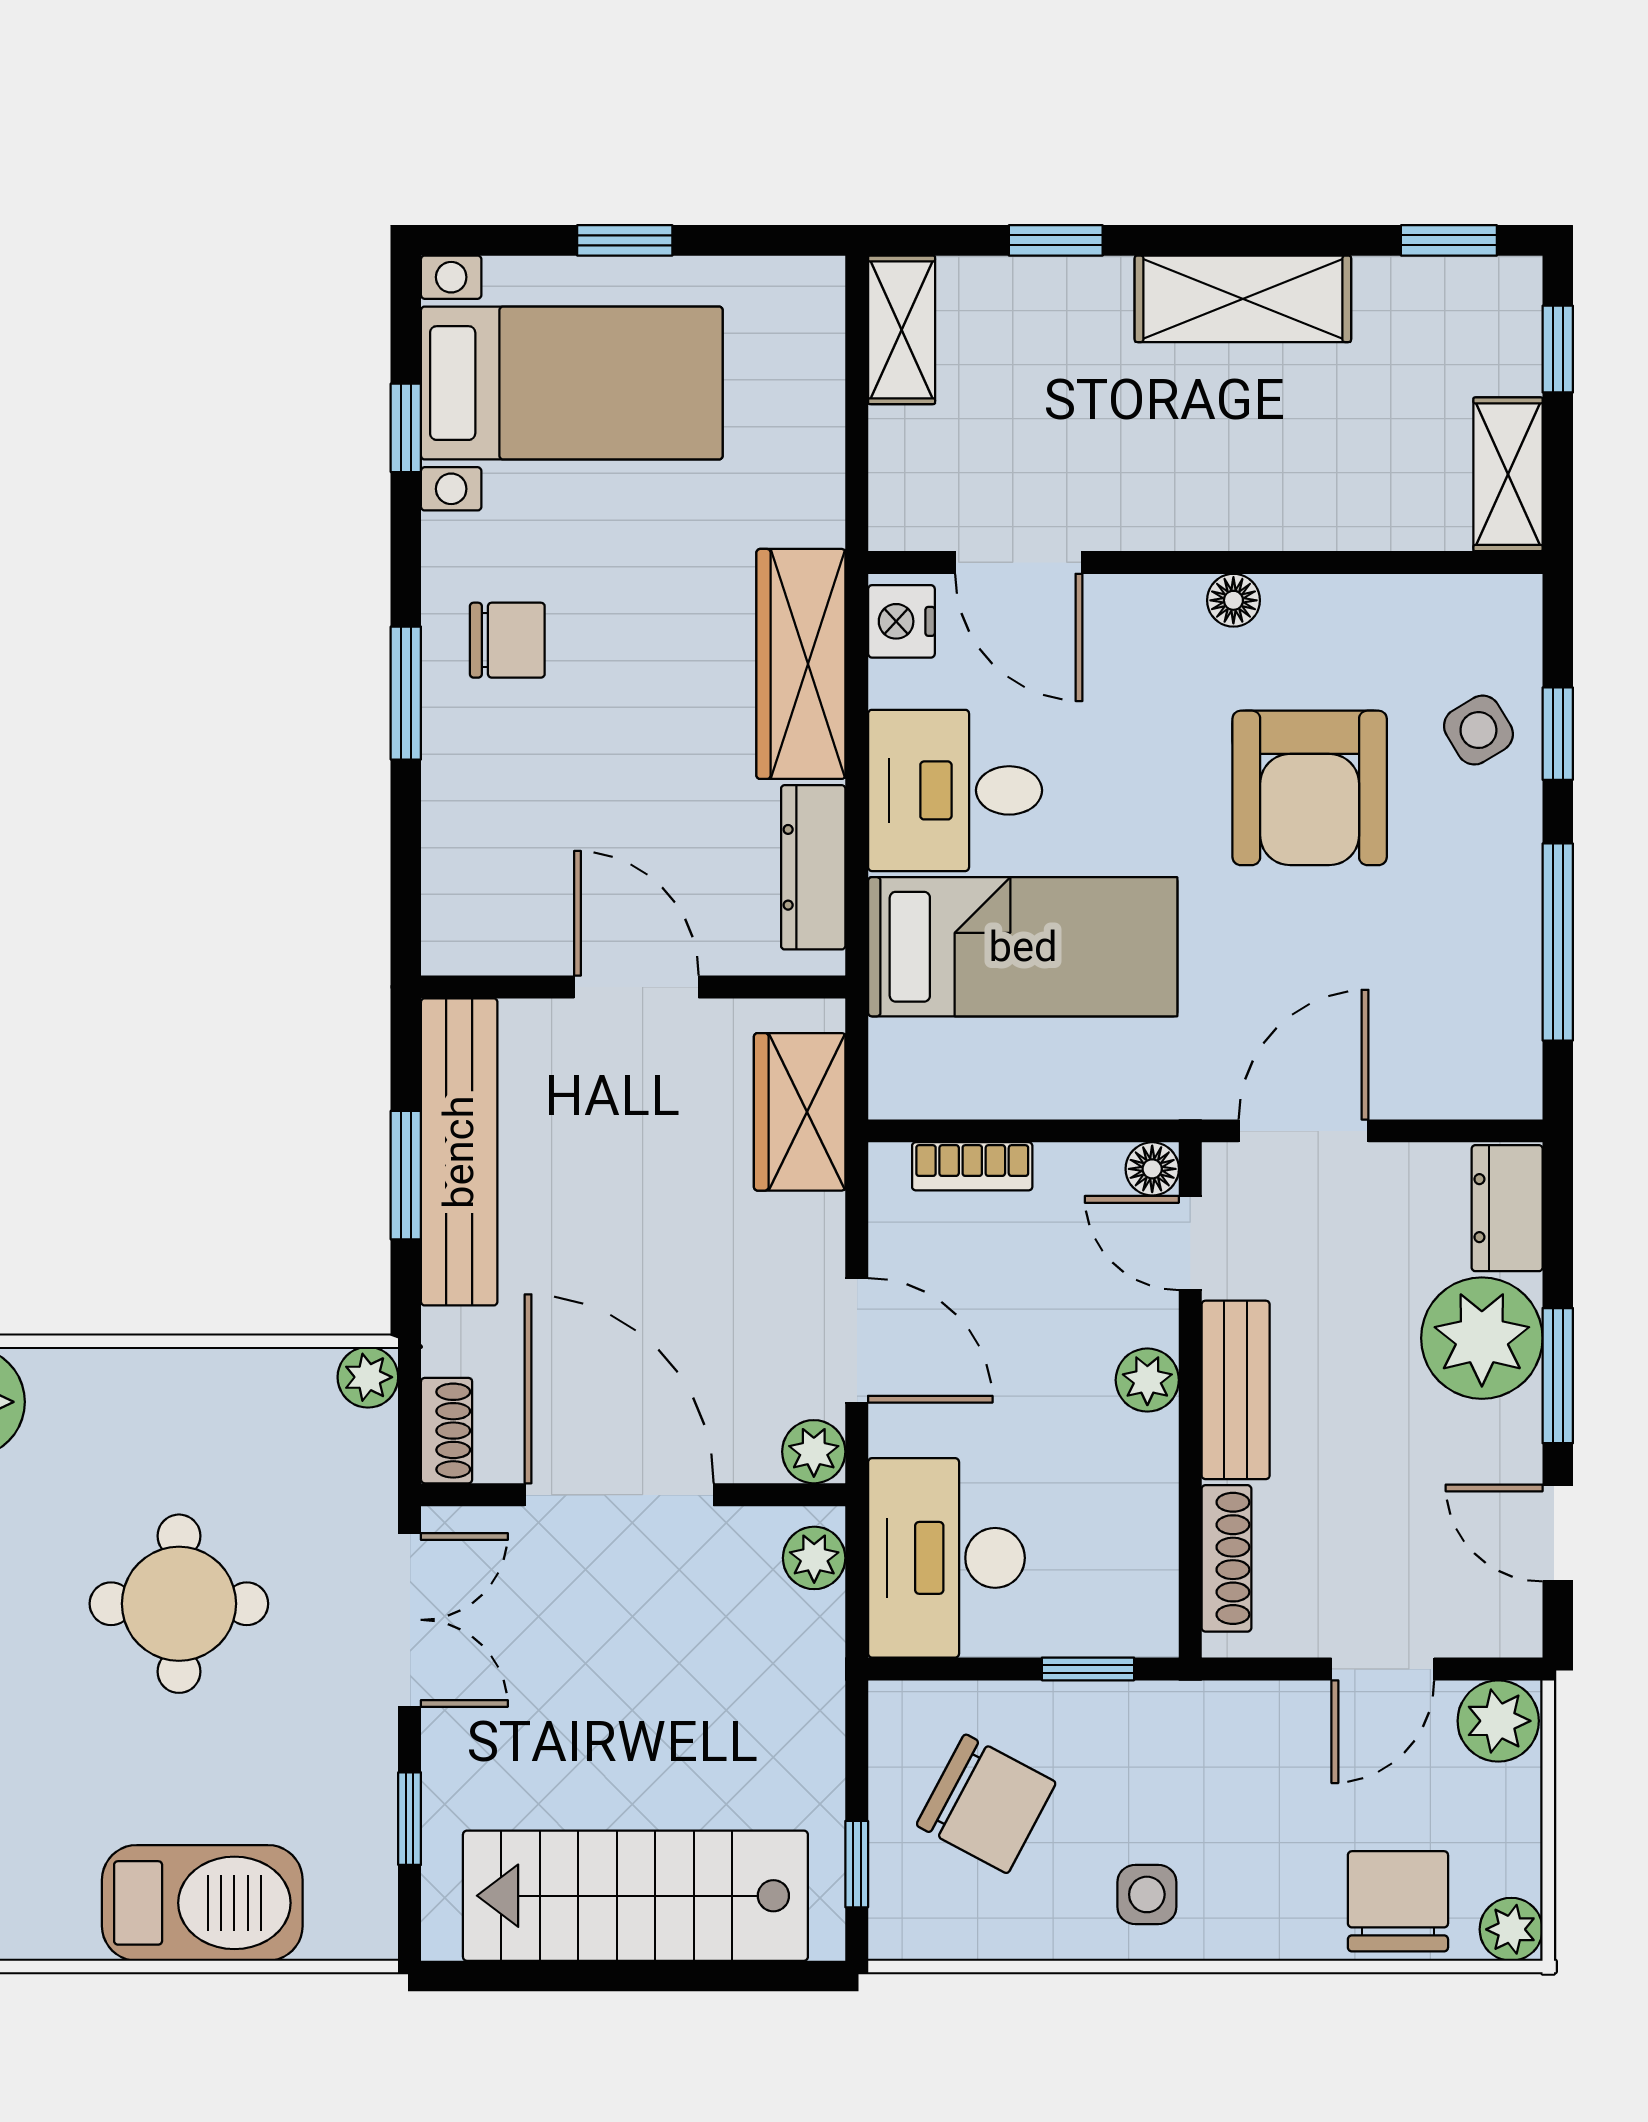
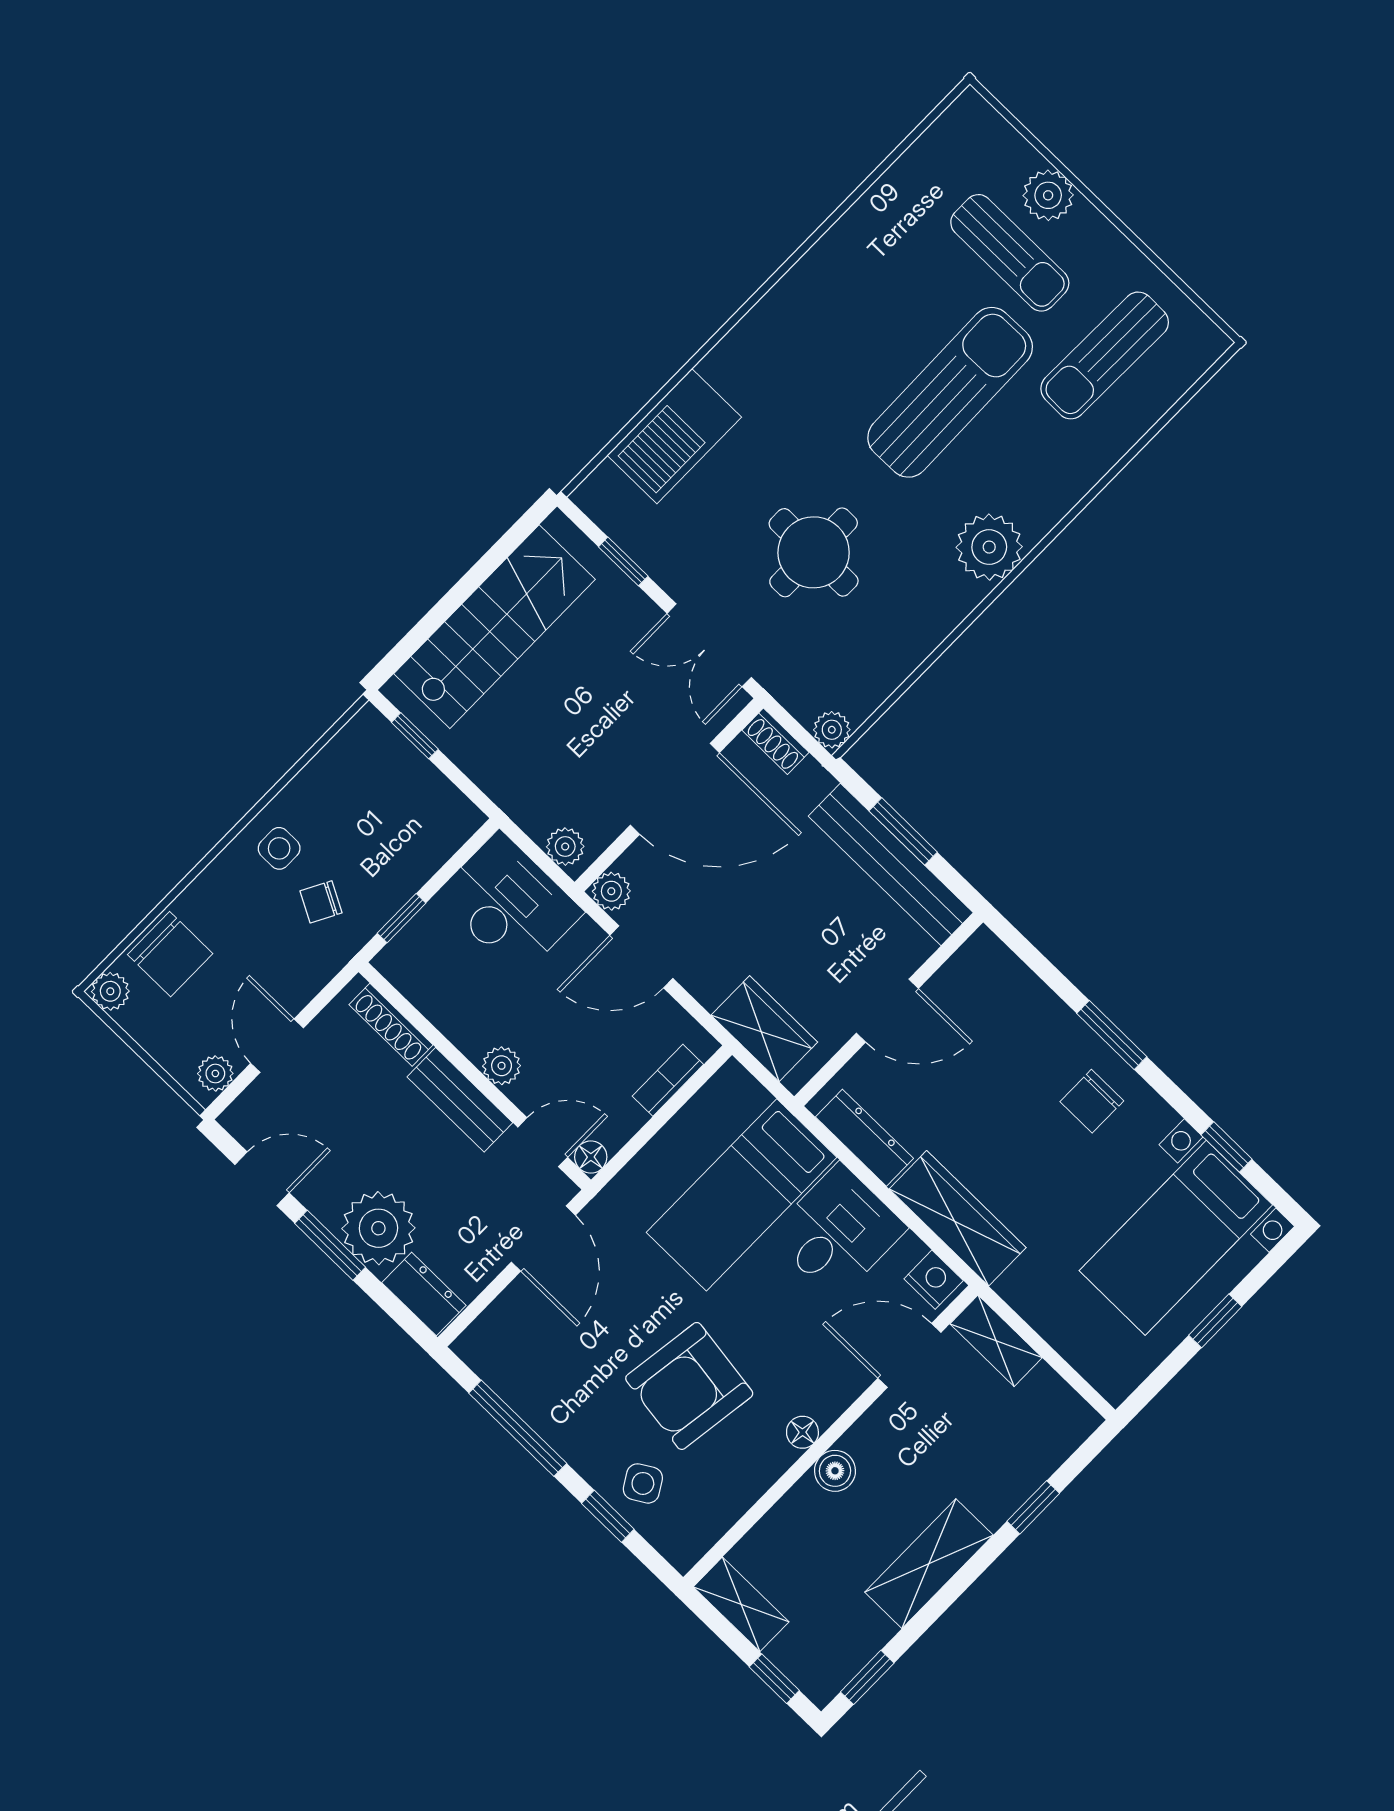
shelving: (902, 330) -> (996, 1341), moved
boiler: (1242, 517) -> (835, 1471), added
armchair: (1310, 788) -> (689, 1386), turned -82
plant: (1498, 1721) -> (215, 1073), width x0.73, depth x0.73
chair: (986, 1804) -> (321, 902), moved, width x0.54, depth x0.54

